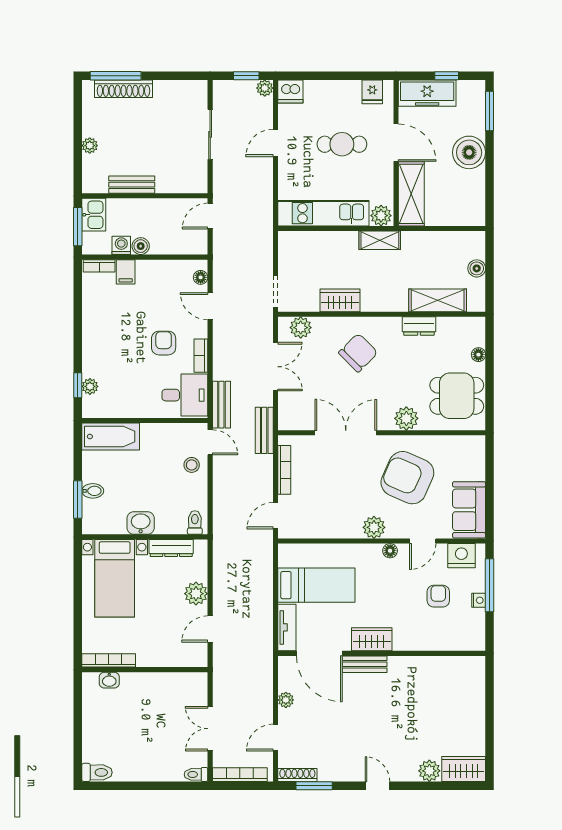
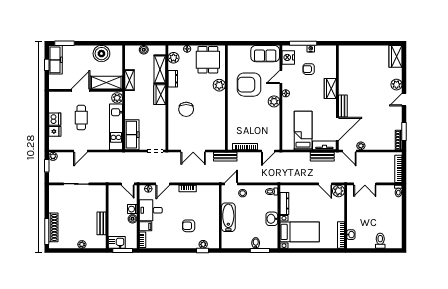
dishwasher: (290, 91) -> (55, 119), moved
fridge: (372, 92) -> (55, 131), moved
freezer: (427, 93) -> (56, 60), moved
door: (275, 143) -> (81, 151), hinge flipped
boiler: (469, 152) -> (101, 54), moved
door: (210, 216) -> (128, 184), moved
shelving: (380, 240) -> (130, 80), moved
washing machine: (121, 245) -> (132, 209), moved
freezer: (308, 245) -> (132, 135), added
wardrobe: (340, 300) -> (160, 95), moved
plant: (301, 328) -> (173, 58), moved
armchair: (164, 343) -> (189, 226), moved
chair: (358, 353) -> (186, 109), turned -135
double door: (275, 367) -> (193, 151), swing flipped
desk: (185, 395) -> (151, 210), moved, turned -90
bench: (221, 405) -> (322, 157), moved
double door: (346, 433) -> (226, 116), removed
bathtub: (111, 436) -> (228, 217), moved
armchair: (407, 478) -> (249, 85), turned 66
door: (275, 516) -> (268, 151), hinge flipped
door: (423, 541) -> (281, 77), swing flipped
plant: (196, 594) -> (339, 191), moved
wardrobe: (372, 639) -> (330, 88), moved
double door: (210, 729) -> (365, 184), moved
door: (275, 738) -> (349, 151), moved
plant: (429, 771) -> (396, 85), moved
toilet: (97, 772) -> (380, 241), moved

